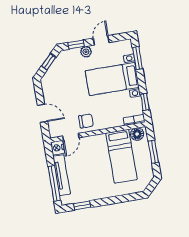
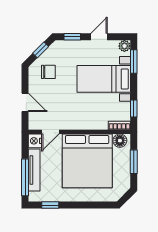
plant: (86, 52) -> (124, 46), moved
chair: (86, 121) -> (48, 72), moved
bed: (122, 156) -> (87, 161), width x2.04

